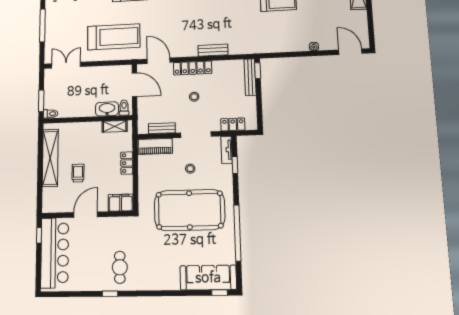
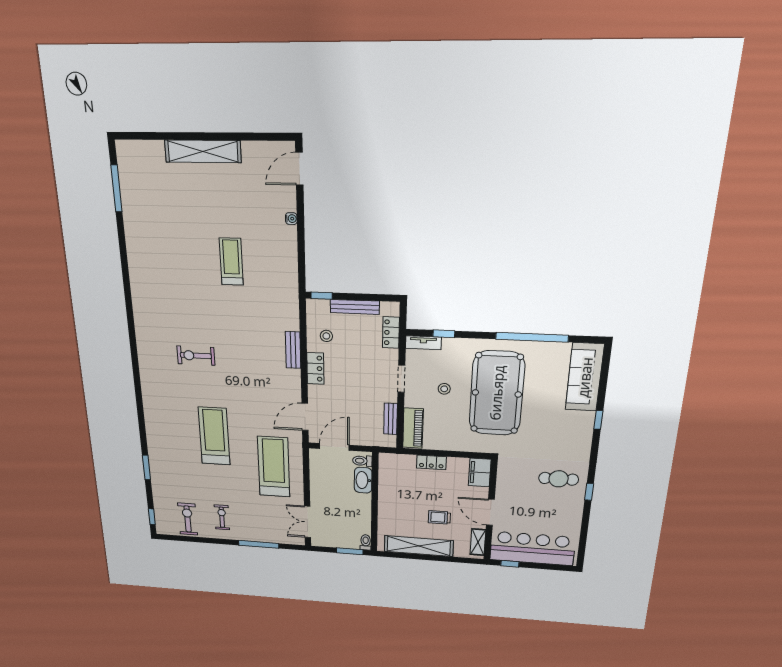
locker: (193, 68) -> (315, 368), width x0.66
bench: (250, 77) -> (355, 307), moved
stool: (194, 97) -> (326, 336), moved
shelving: (115, 126) -> (478, 542), moved
doorway: (196, 135) -> (401, 379), width x0.73
window: (219, 293) -> (598, 420), moved

